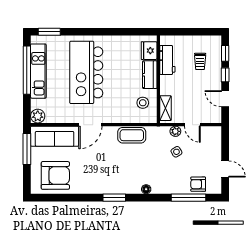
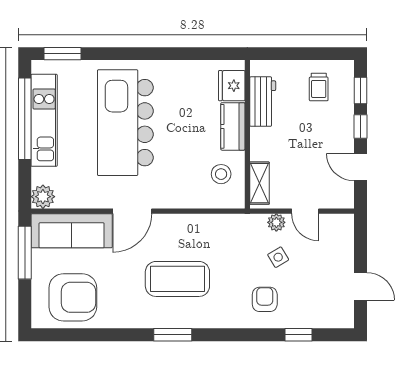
trolley: (200, 61) -> (319, 87), moved
coffee table: (132, 135) -> (177, 279), moved, width x1.36, depth x1.32
armchair: (198, 184) -> (265, 299), moved, turned 90
floor lamp: (146, 189) -> (227, 321), removed
window: (188, 198) -> (299, 335), width x0.46

